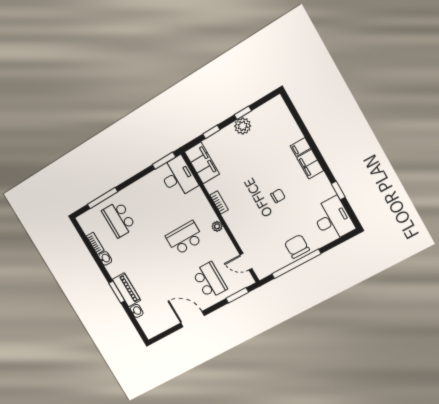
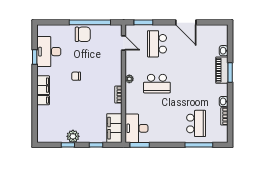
desk: (333, 219) -> (49, 52), moved
chair: (297, 246) -> (83, 34), turned -90

